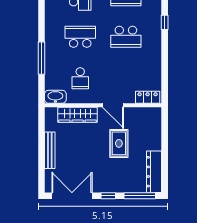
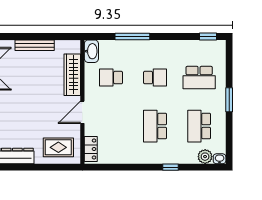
school desk: (80, 37) -> (155, 78), width x0.54
rug: (119, 143) -> (58, 147), moved

